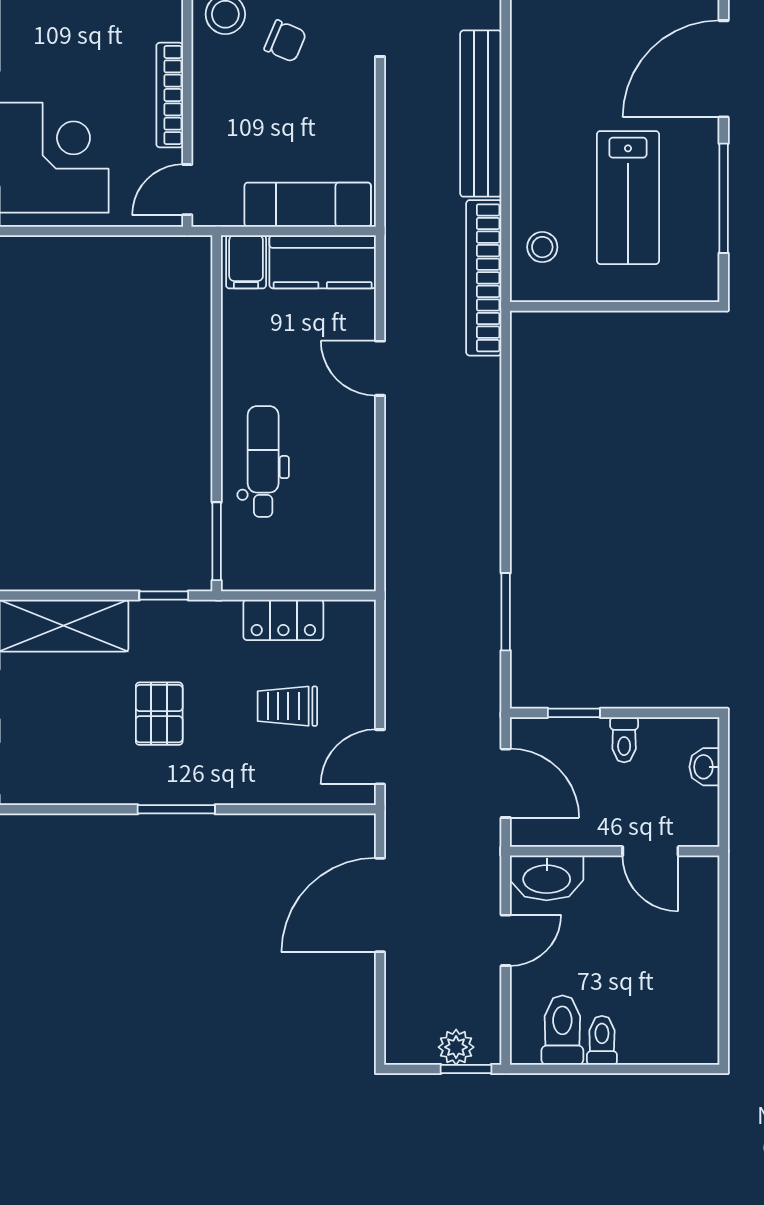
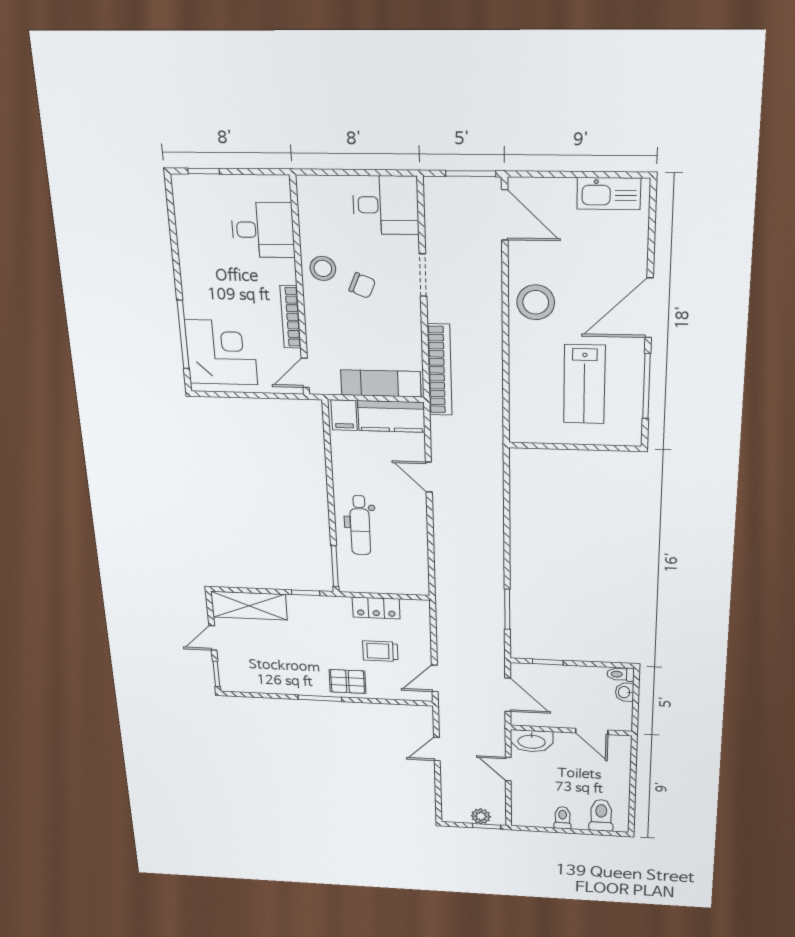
bench: (481, 114) -> (489, 332), removed
stool: (542, 247) -> (536, 302), moved, width x1.89, depth x1.89
bookcase: (484, 278) -> (440, 370), moved, turned 180
dental chair: (263, 462) -> (360, 525), turned 180
pallet: (159, 714) -> (347, 681), moved, turned 90
toilet: (624, 740) -> (620, 674), moved, turned 90
door: (380, 905) -> (437, 749), width x0.53
door: (506, 940) -> (508, 769), swing flipped
toilet: (562, 1030) -> (601, 815), moved

